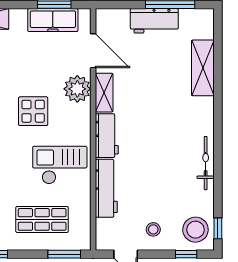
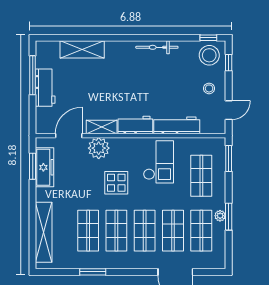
checkout: (60, 165) -> (159, 162), turned 180

